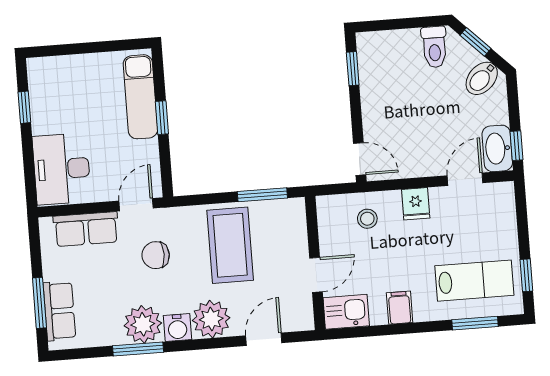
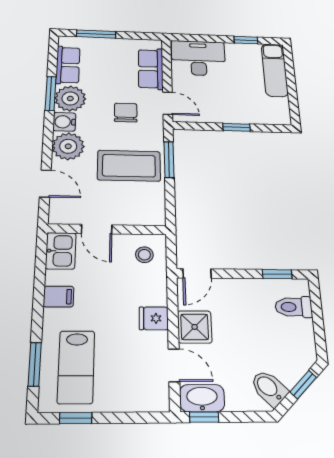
toilet: (434, 47) -> (294, 307), moved
exam couch: (140, 97) -> (275, 70), moved, turned -90
shower: (422, 159) -> (195, 327), added
window: (262, 195) -> (169, 160), moved
stool: (367, 219) -> (144, 255), moved
row of seats: (59, 311) -> (68, 65), moved, turned -90

